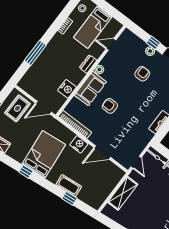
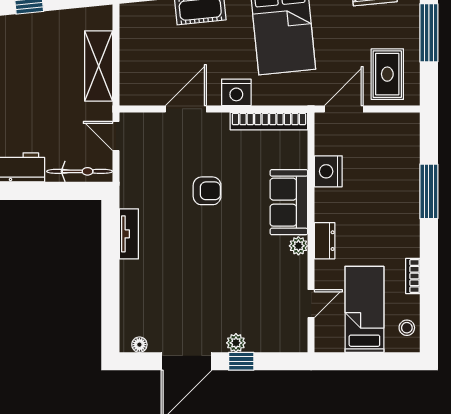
armchair: (142, 74) -> (220, 294), removed
armchair: (110, 106) -> (207, 191), moved

